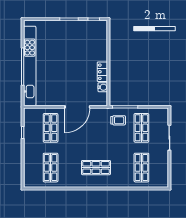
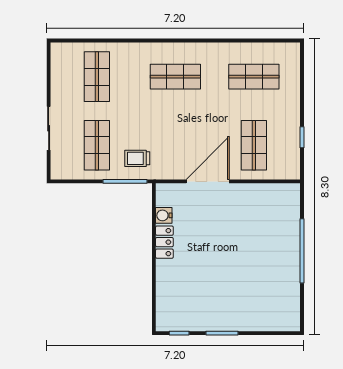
kitchen unit: (30, 66) -> (290, 252), removed
shop shelf: (51, 168) -> (254, 77), turned 90

